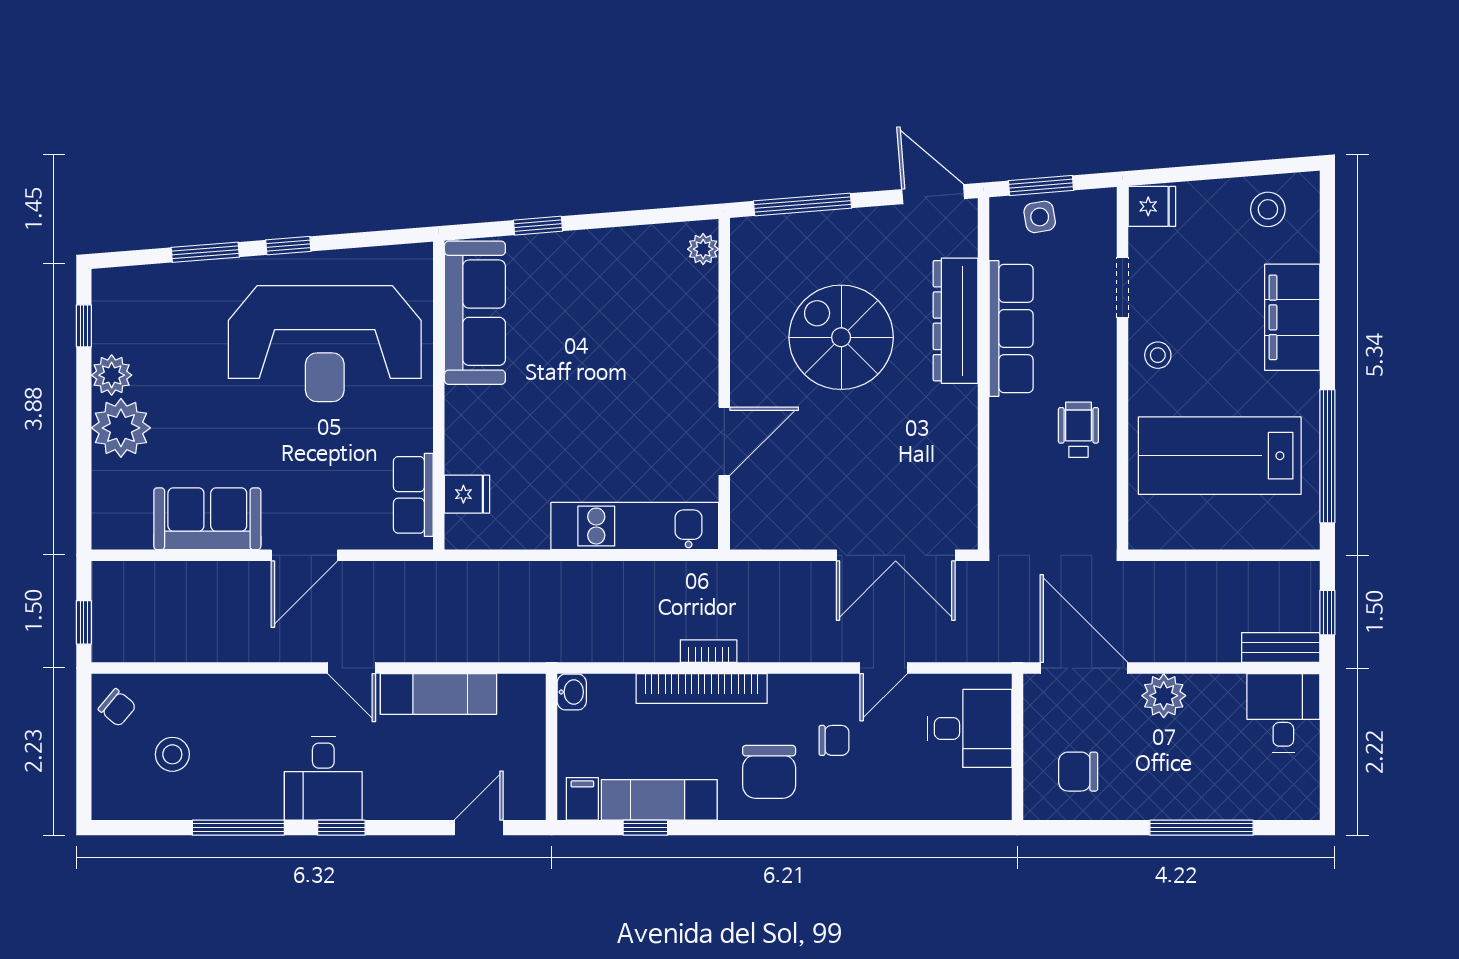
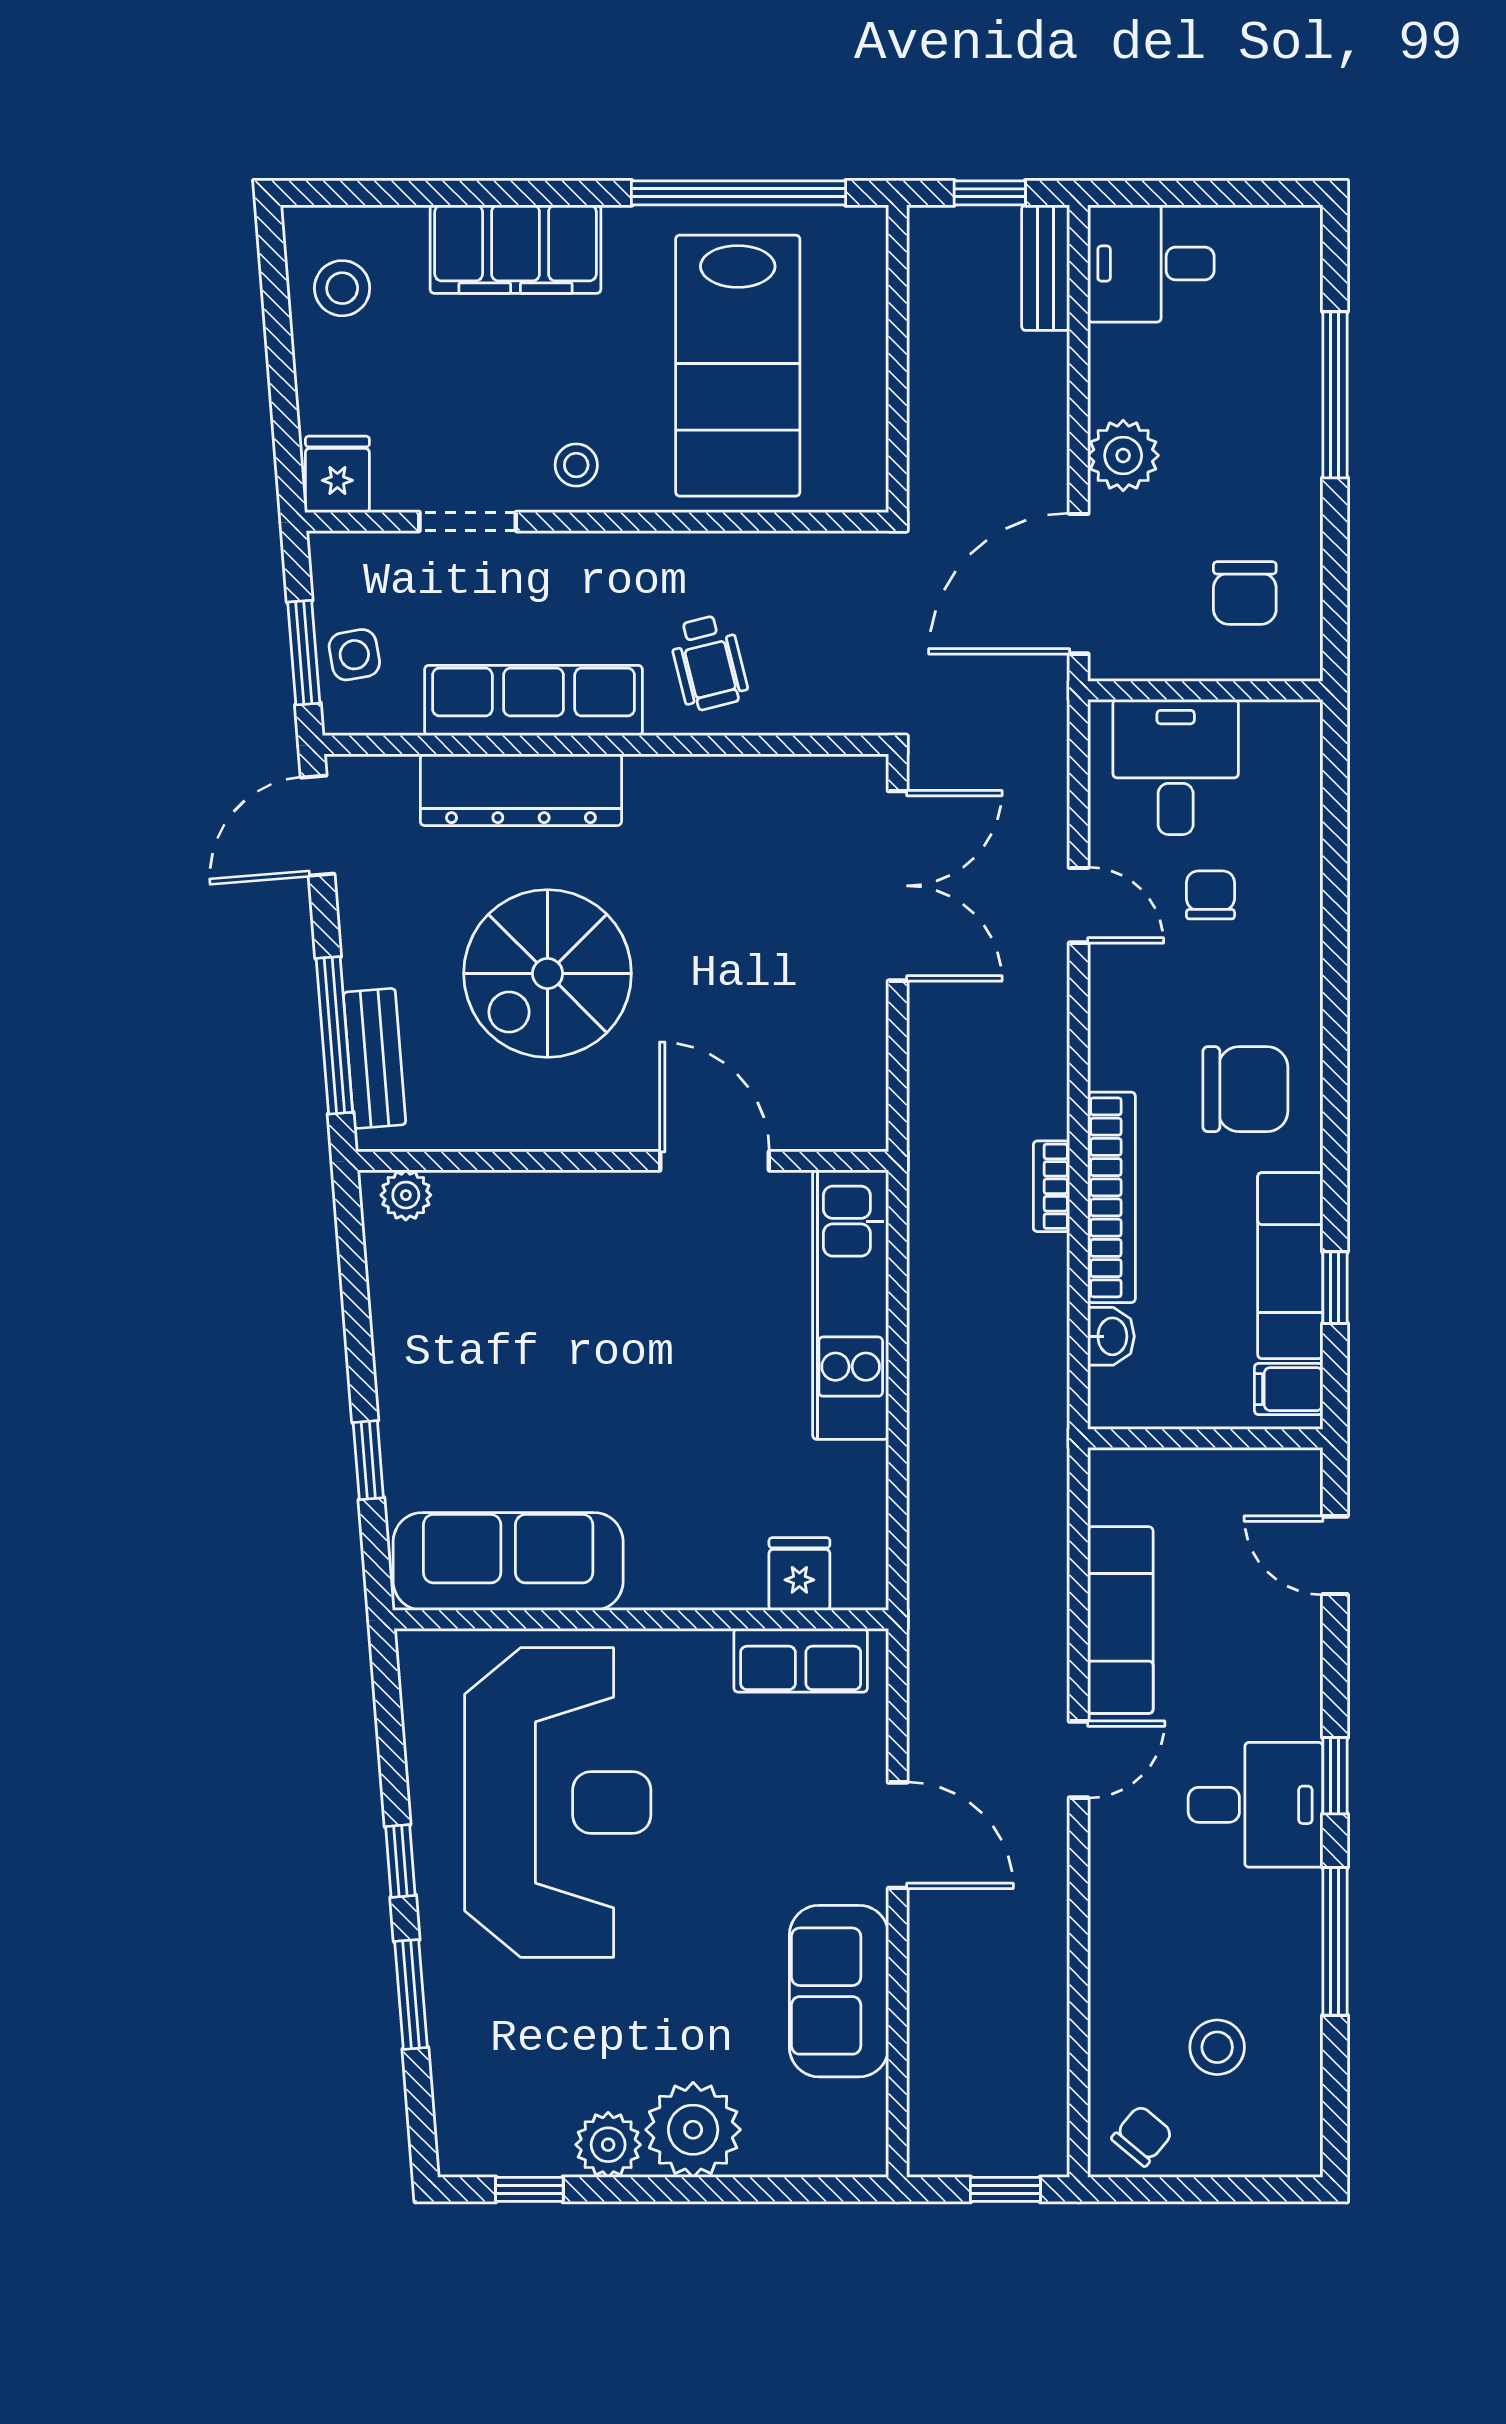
bench: (788, 230) -> (375, 1058), added
wheelchair: (1078, 430) -> (709, 663), moved, turned -104
washbasin: (572, 692) -> (1111, 1336), moved, turned 90
chair: (834, 740) -> (1210, 895), moved

